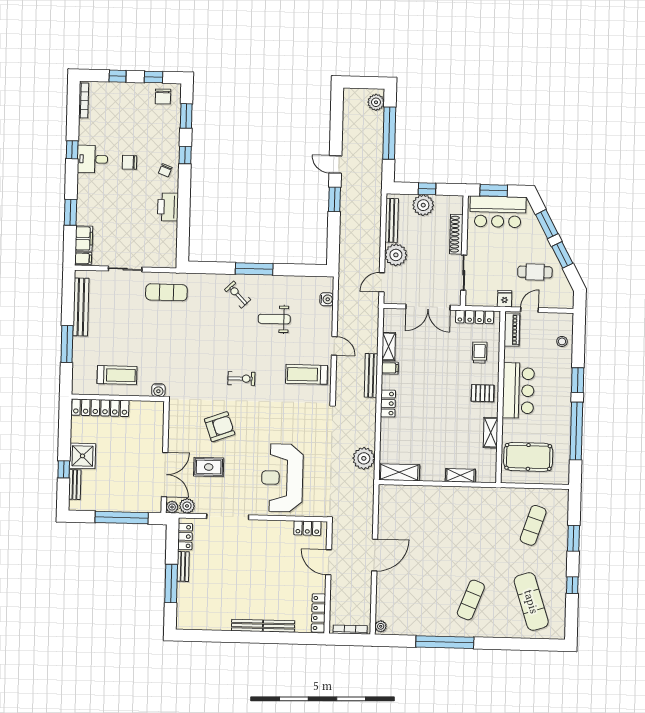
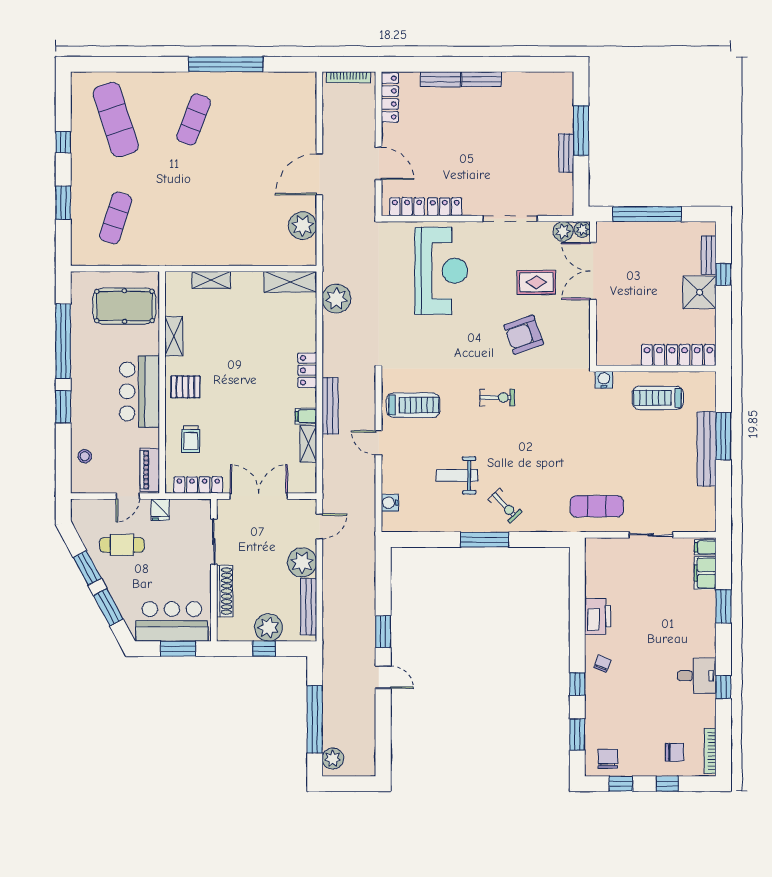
chair: (129, 162) -> (674, 752), moved
bench: (81, 307) -> (707, 449), moved
weight bench: (274, 319) -> (457, 475), turned 180
exercise bike: (241, 379) -> (497, 398), turned 180
locker: (185, 536) -> (445, 207), moved, turned 90
plant: (381, 626) -> (303, 226), moved, width x1.88, depth x1.88

